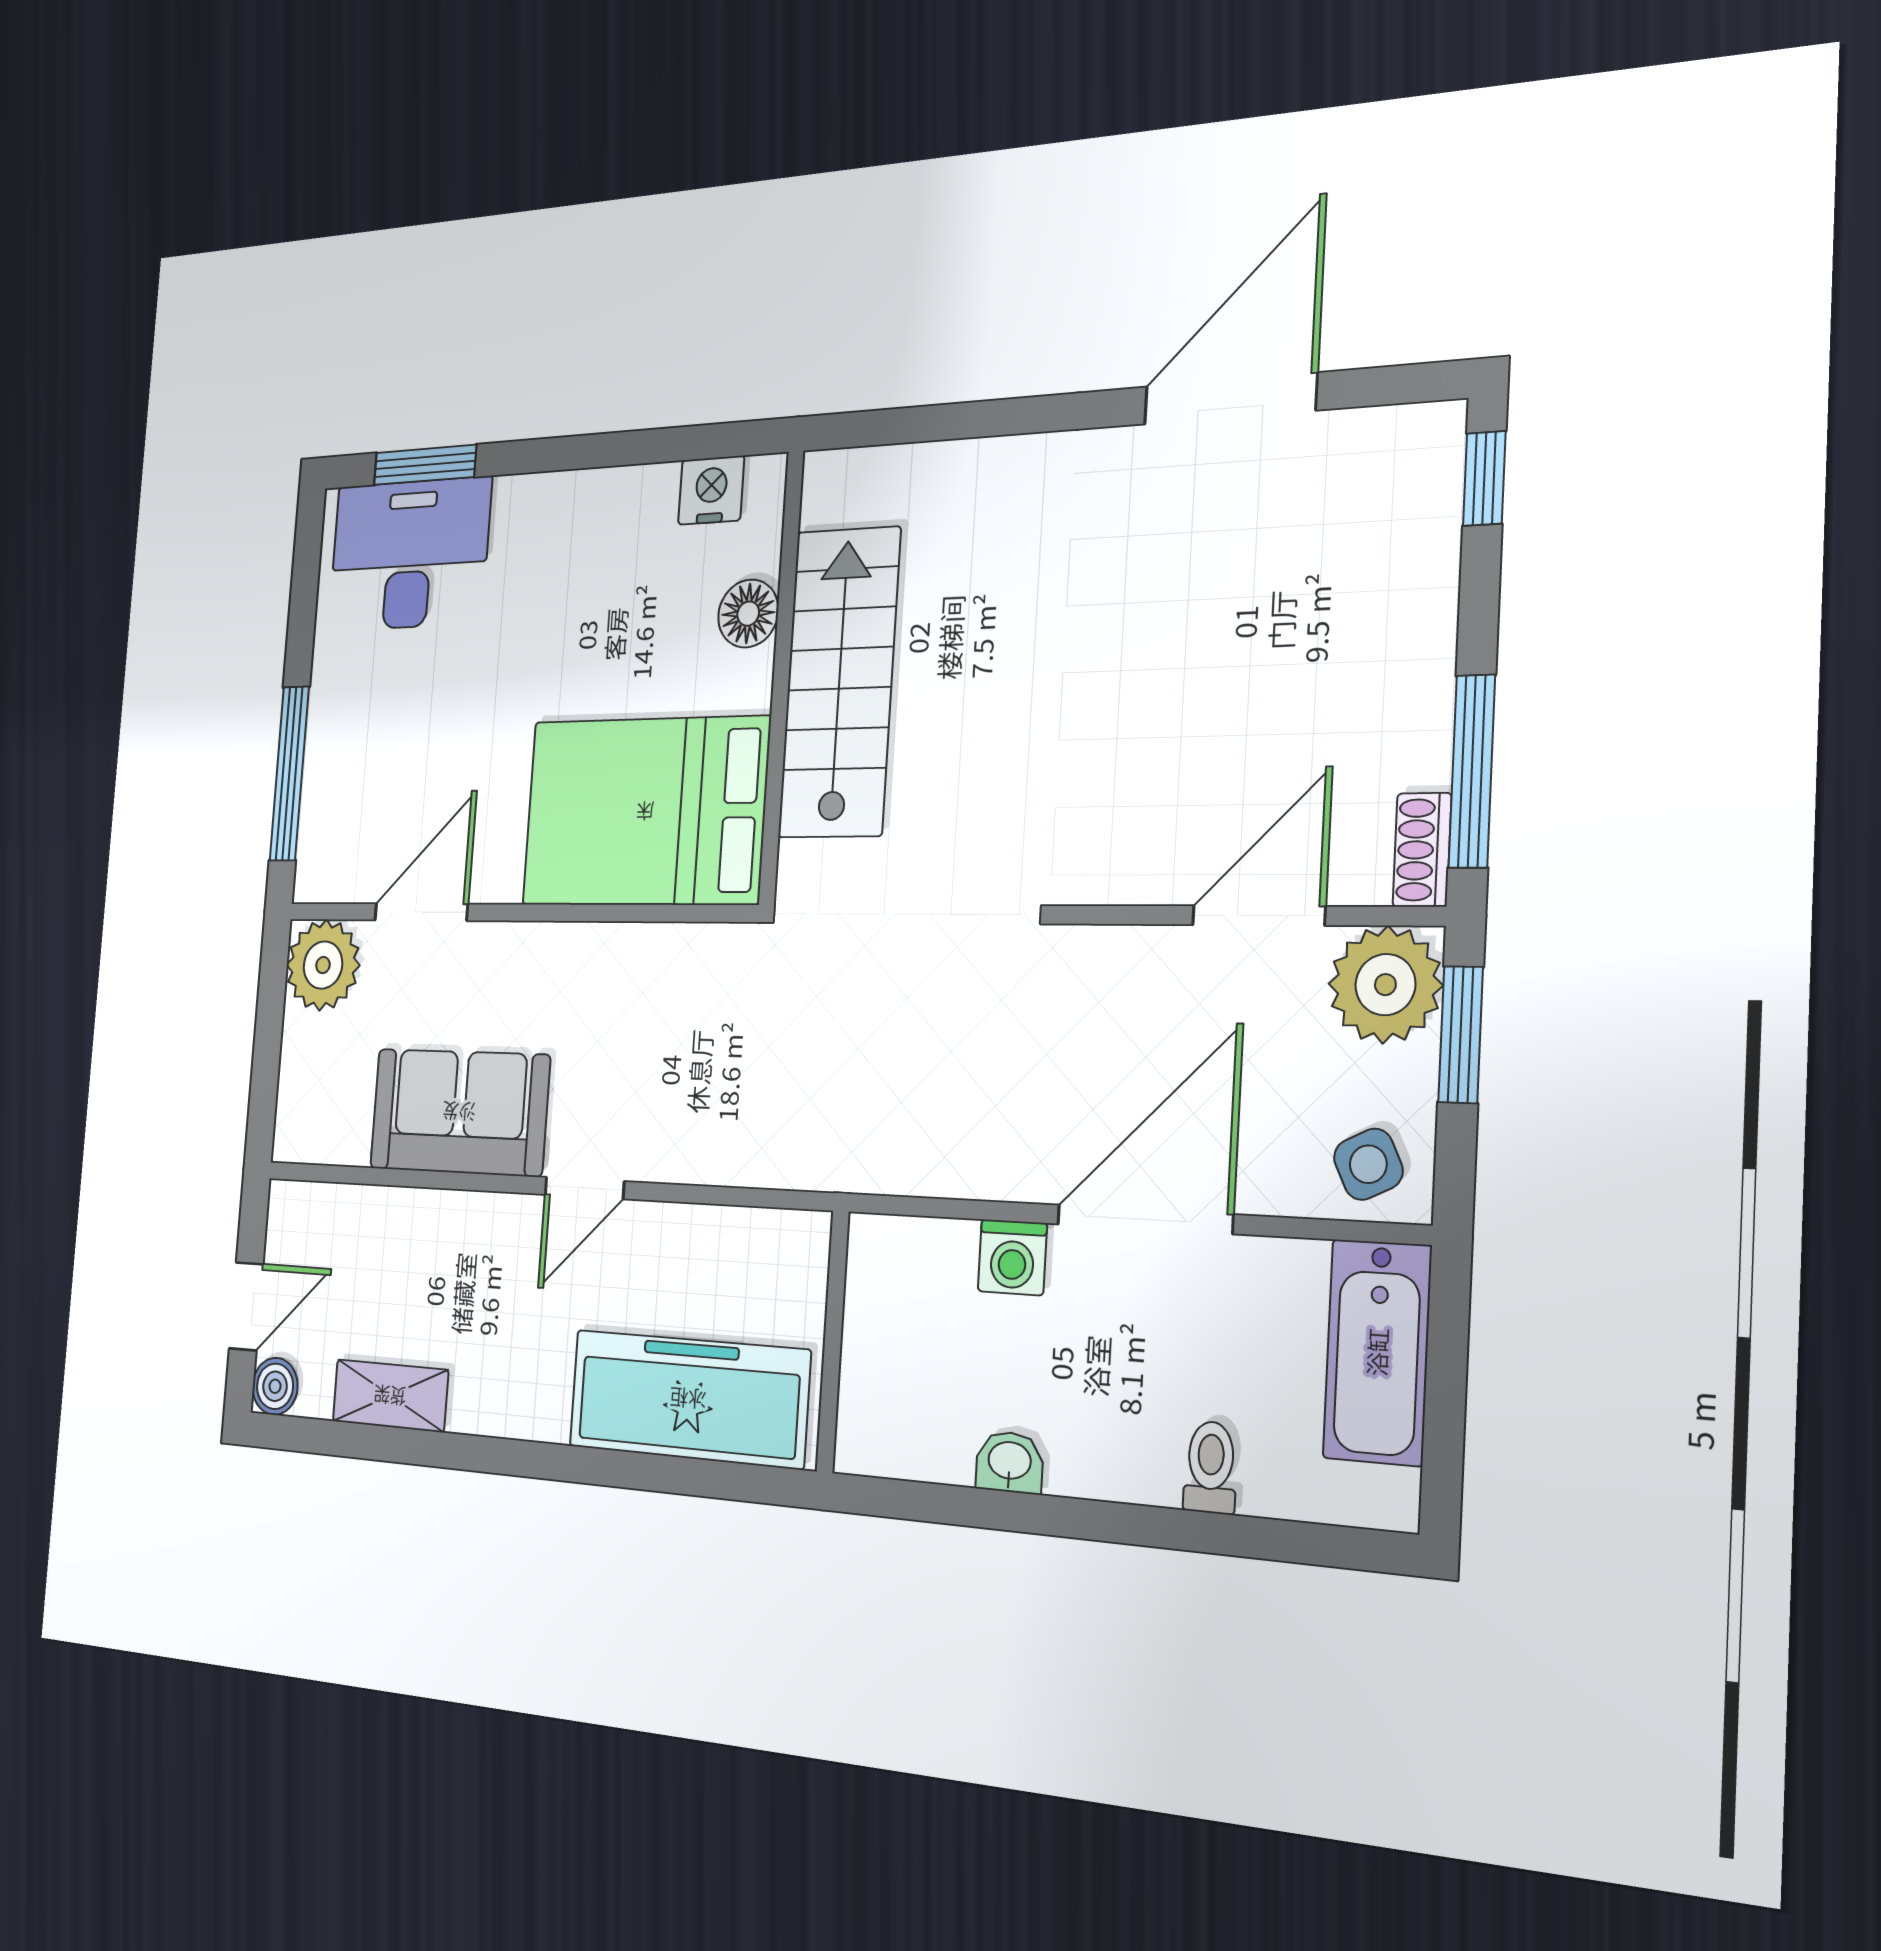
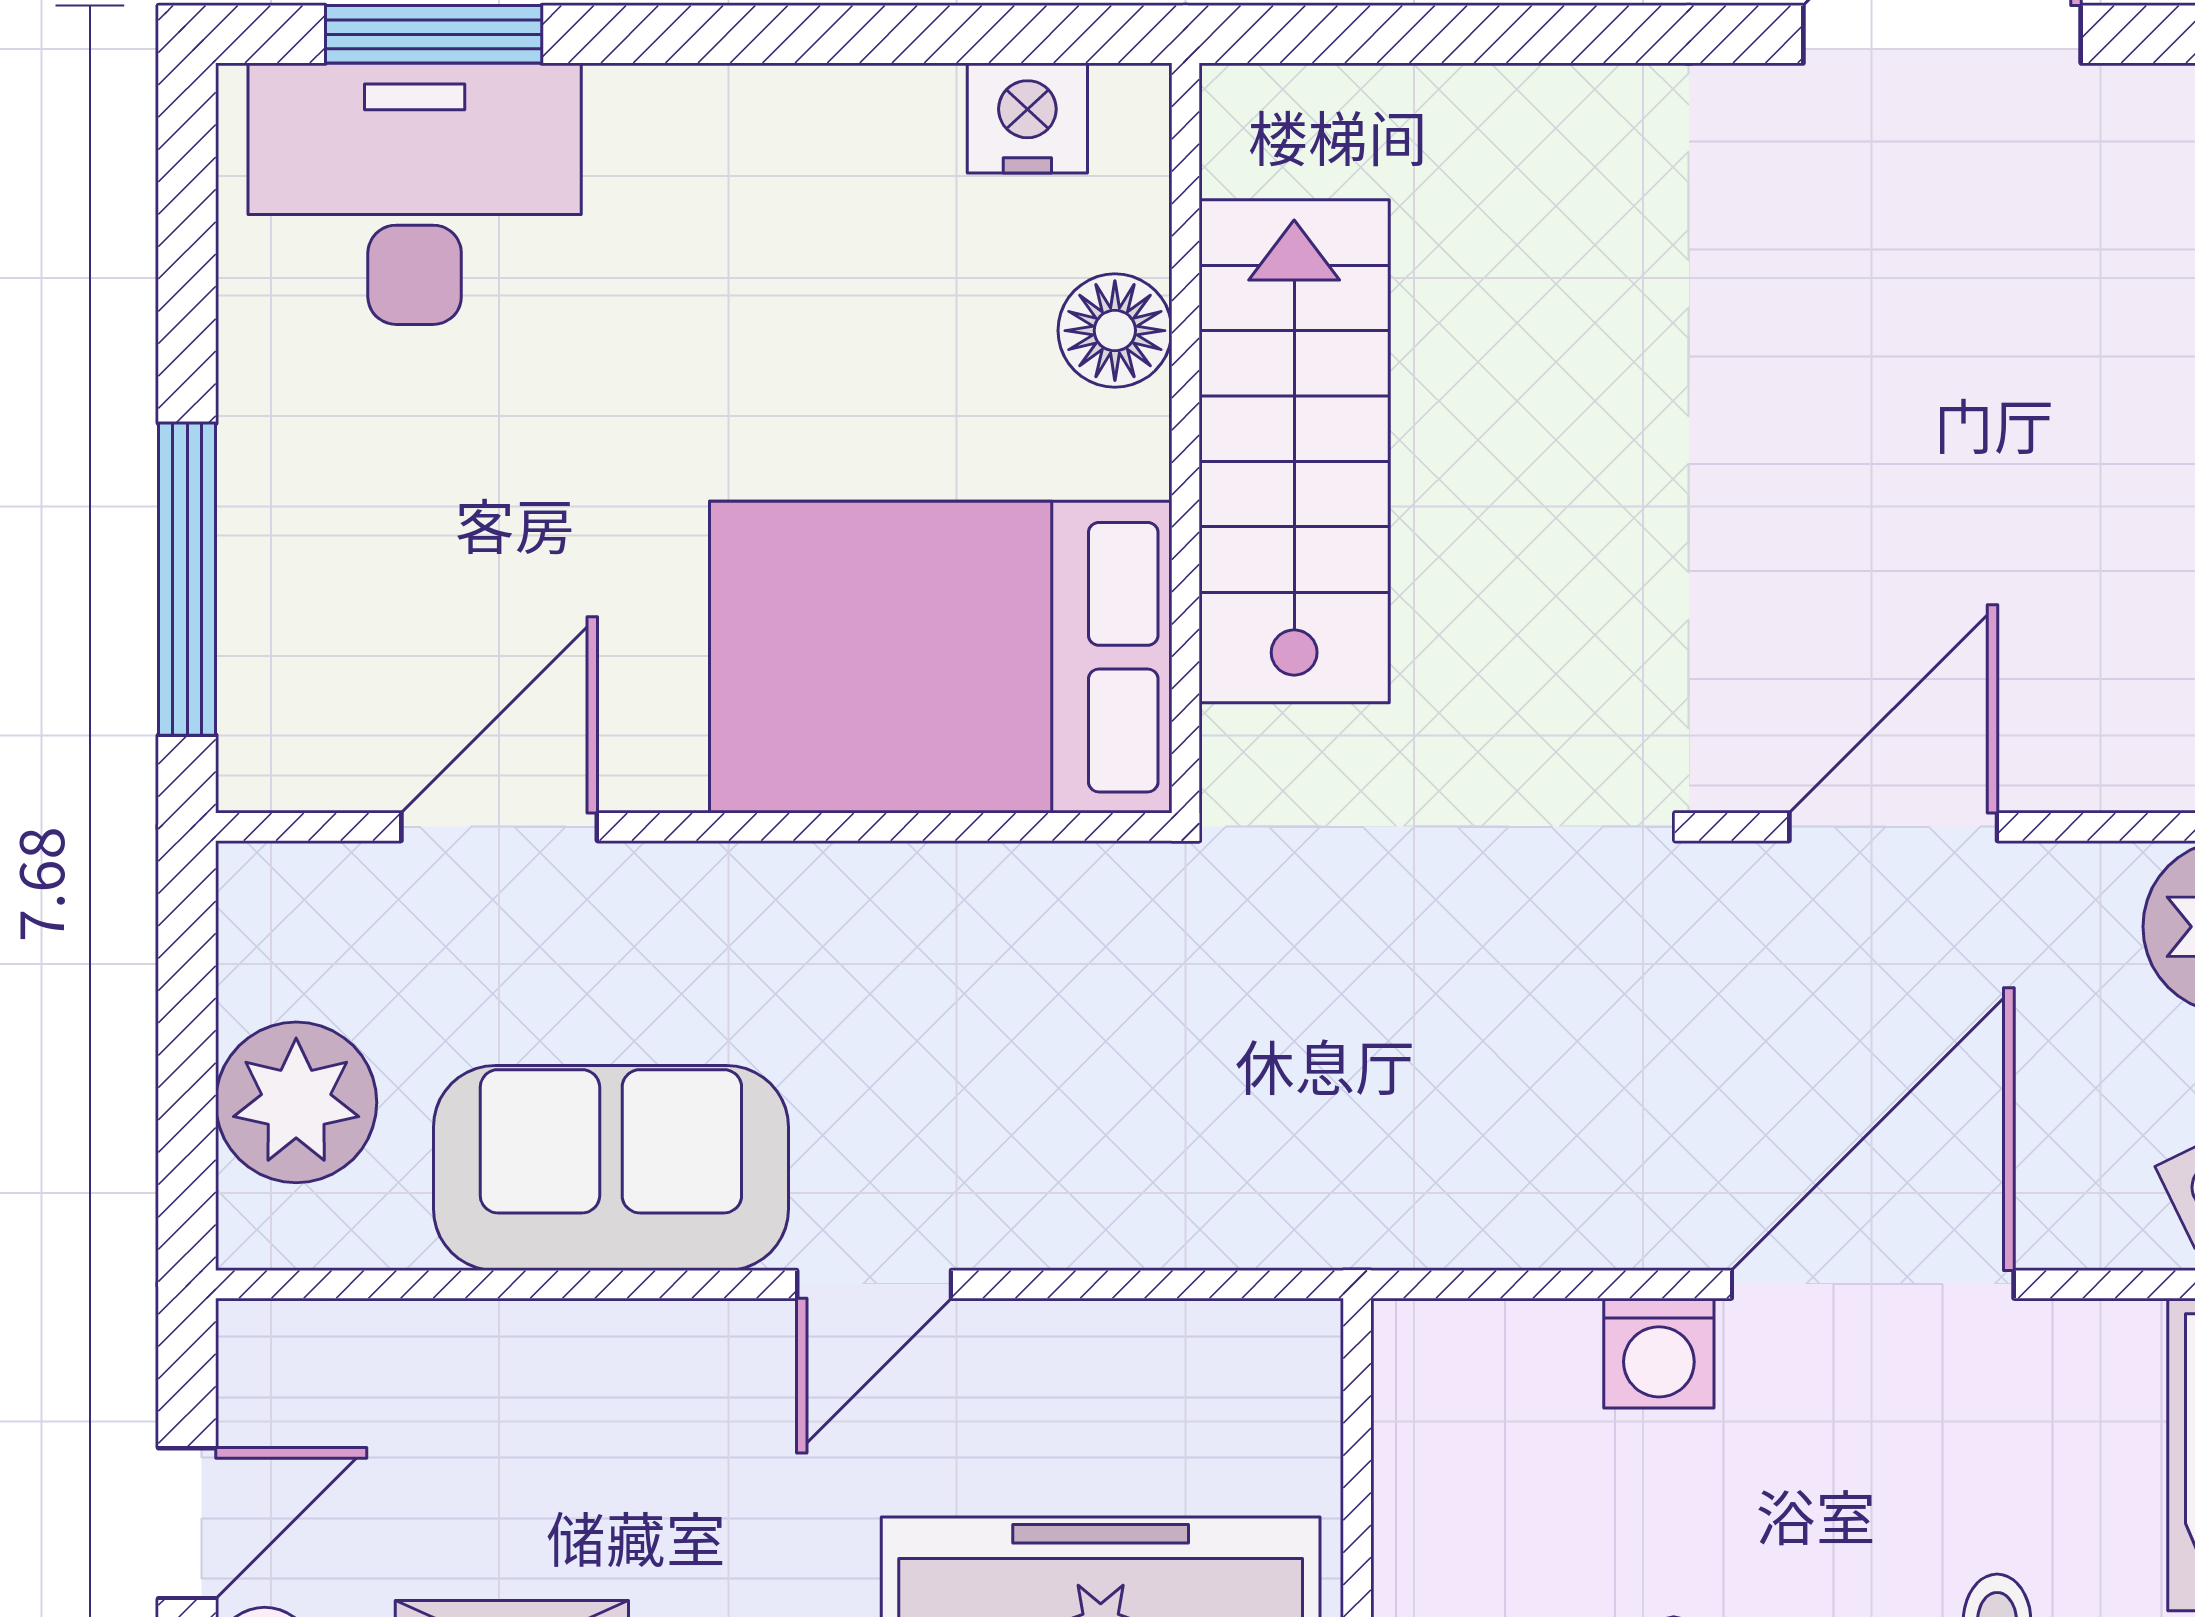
door: (1259, 916) -> (1893, 827), moved
plant: (323, 965) -> (296, 1102), moved

